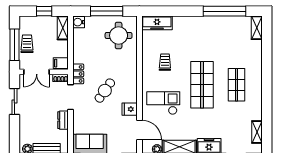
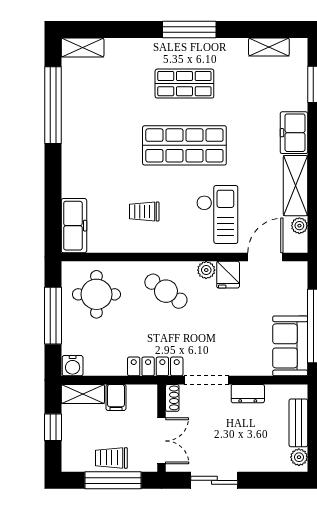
filing cabinet: (61, 63) -> (116, 397), moved
locker: (78, 74) -> (155, 366), width x1.53
window: (267, 87) -> (189, 30), added
cafe table: (105, 91) -> (166, 291), moved
plant: (132, 97) -> (206, 270), added
checkout: (163, 103) -> (217, 214), turned 180

